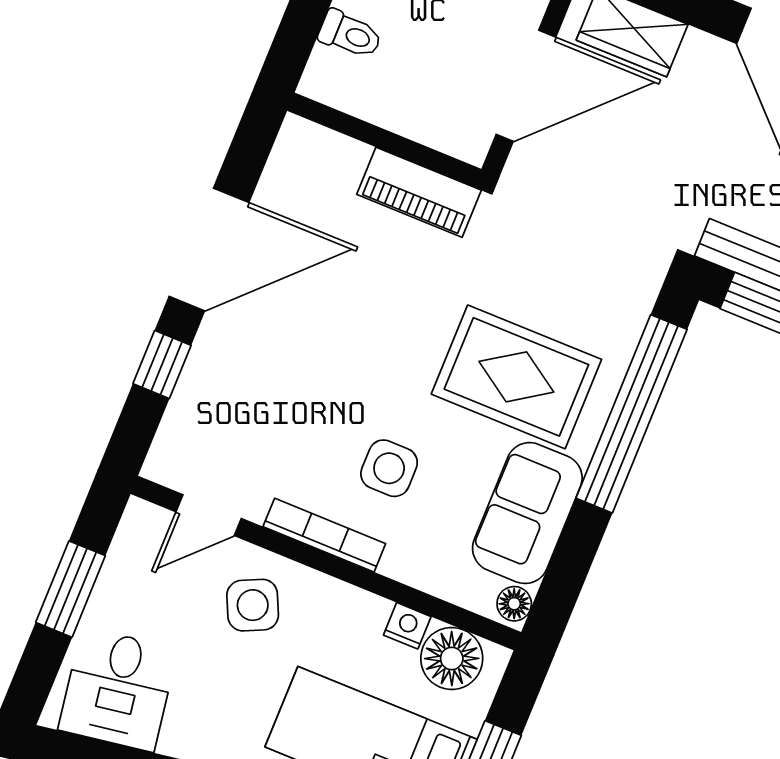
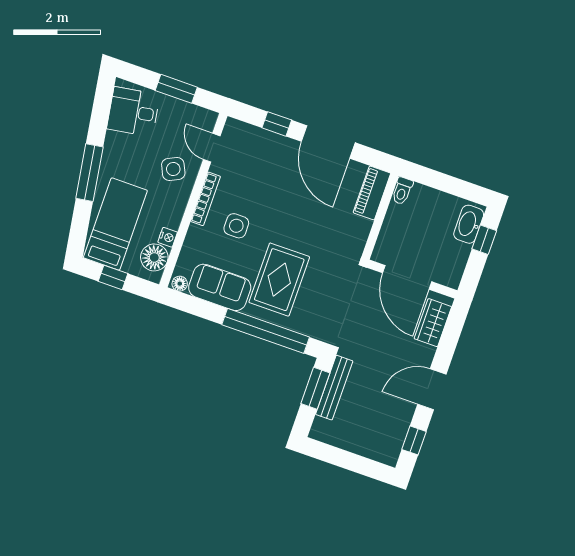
toilet: (350, 34) -> (402, 191), moved
piano: (419, 192) -> (372, 193), moved

